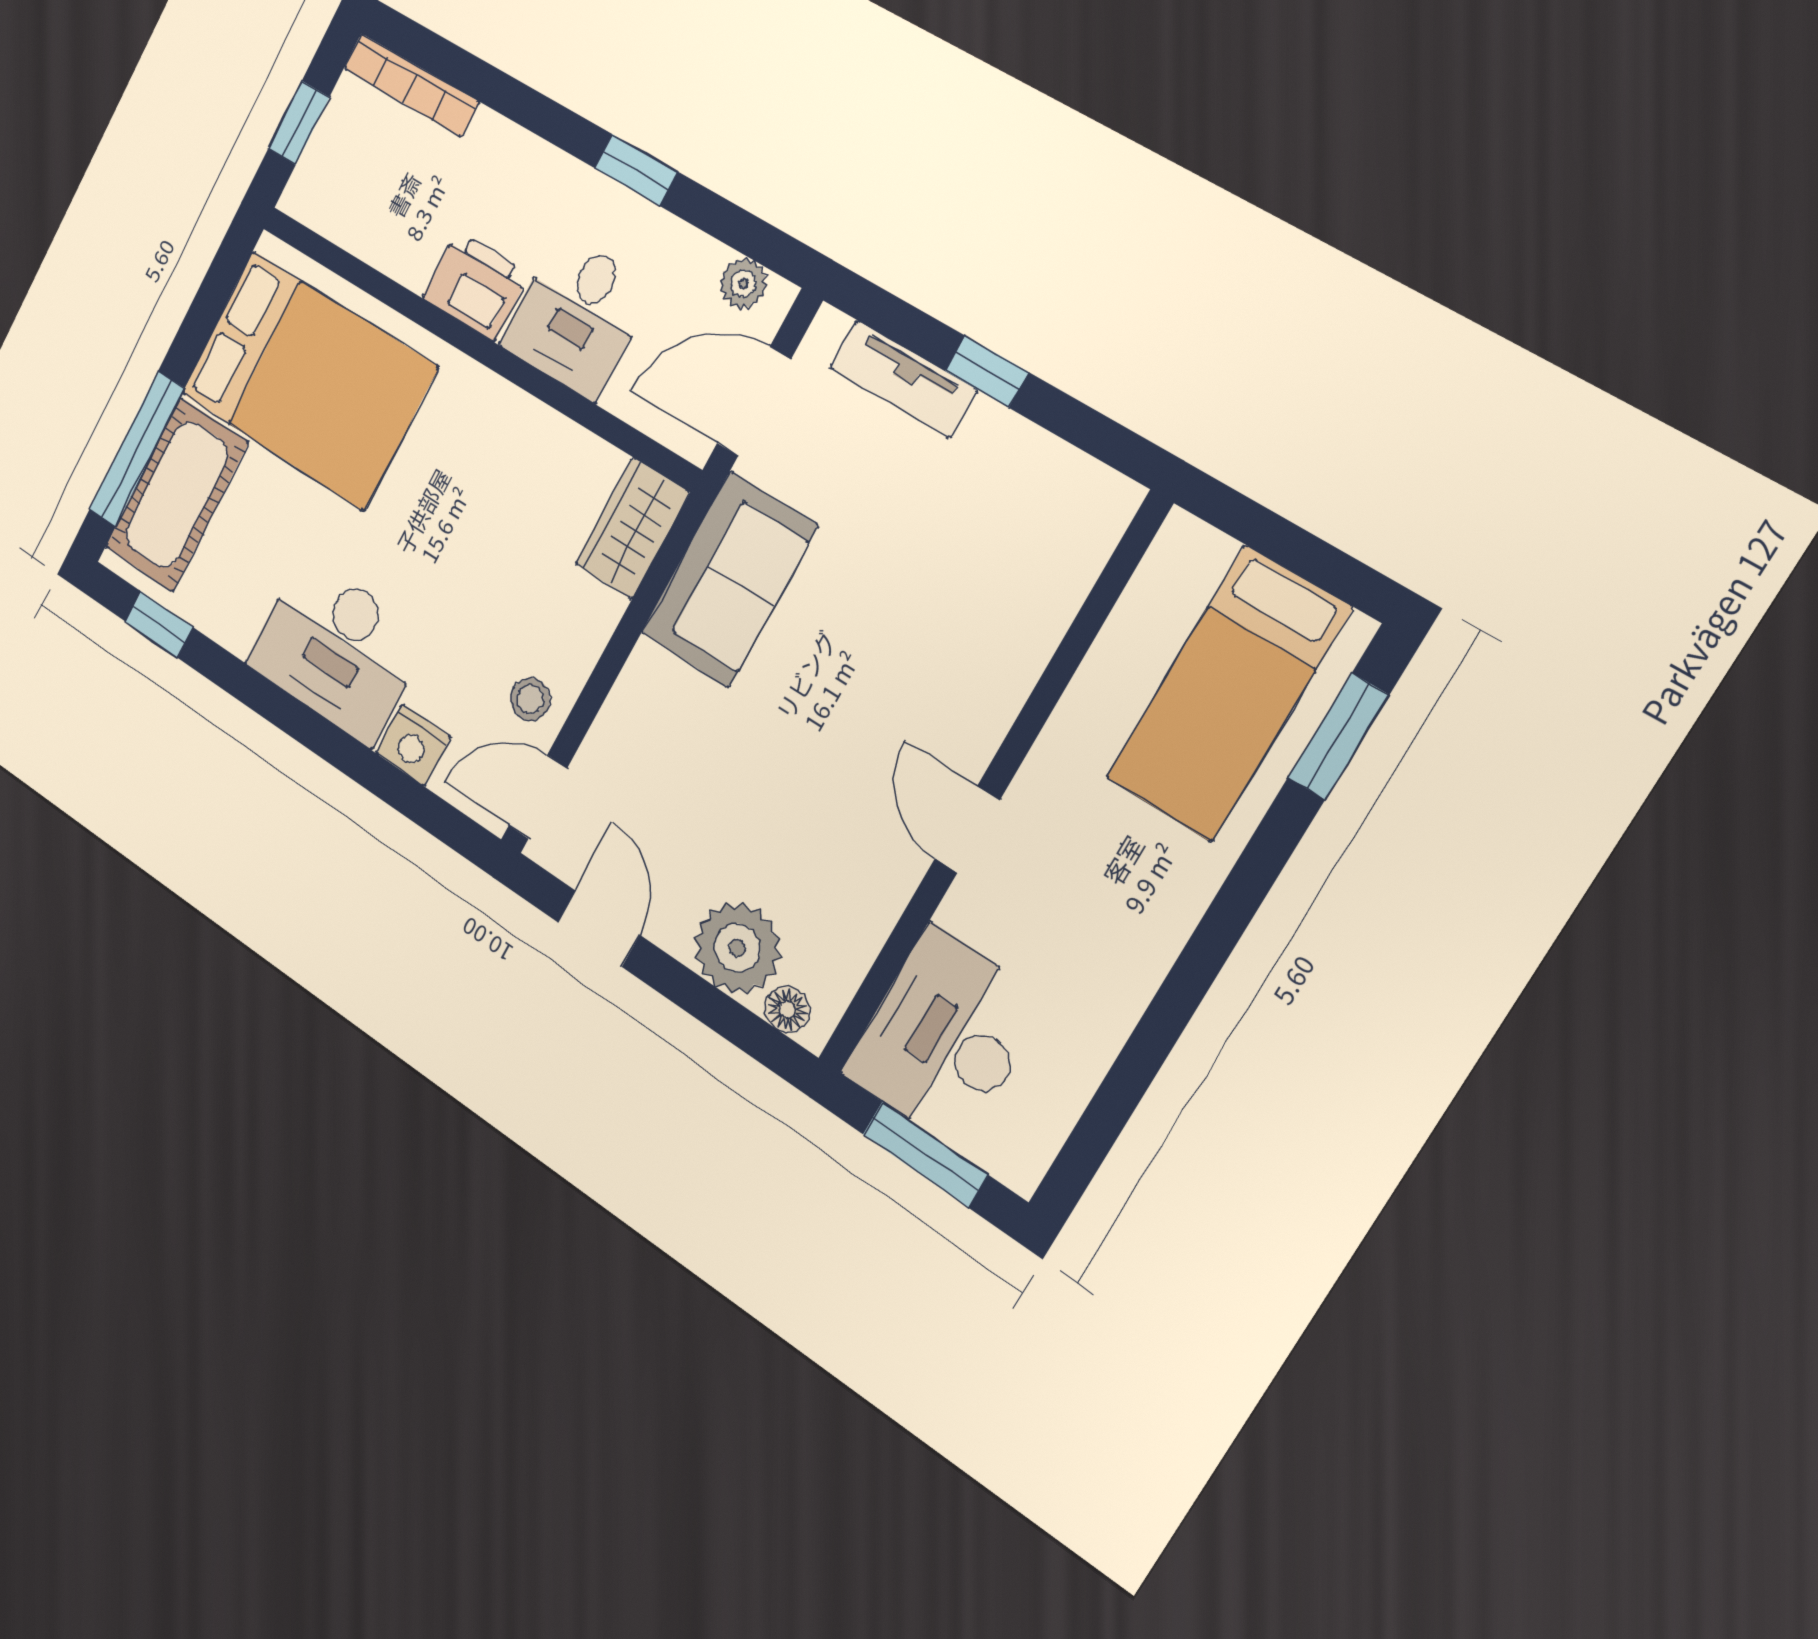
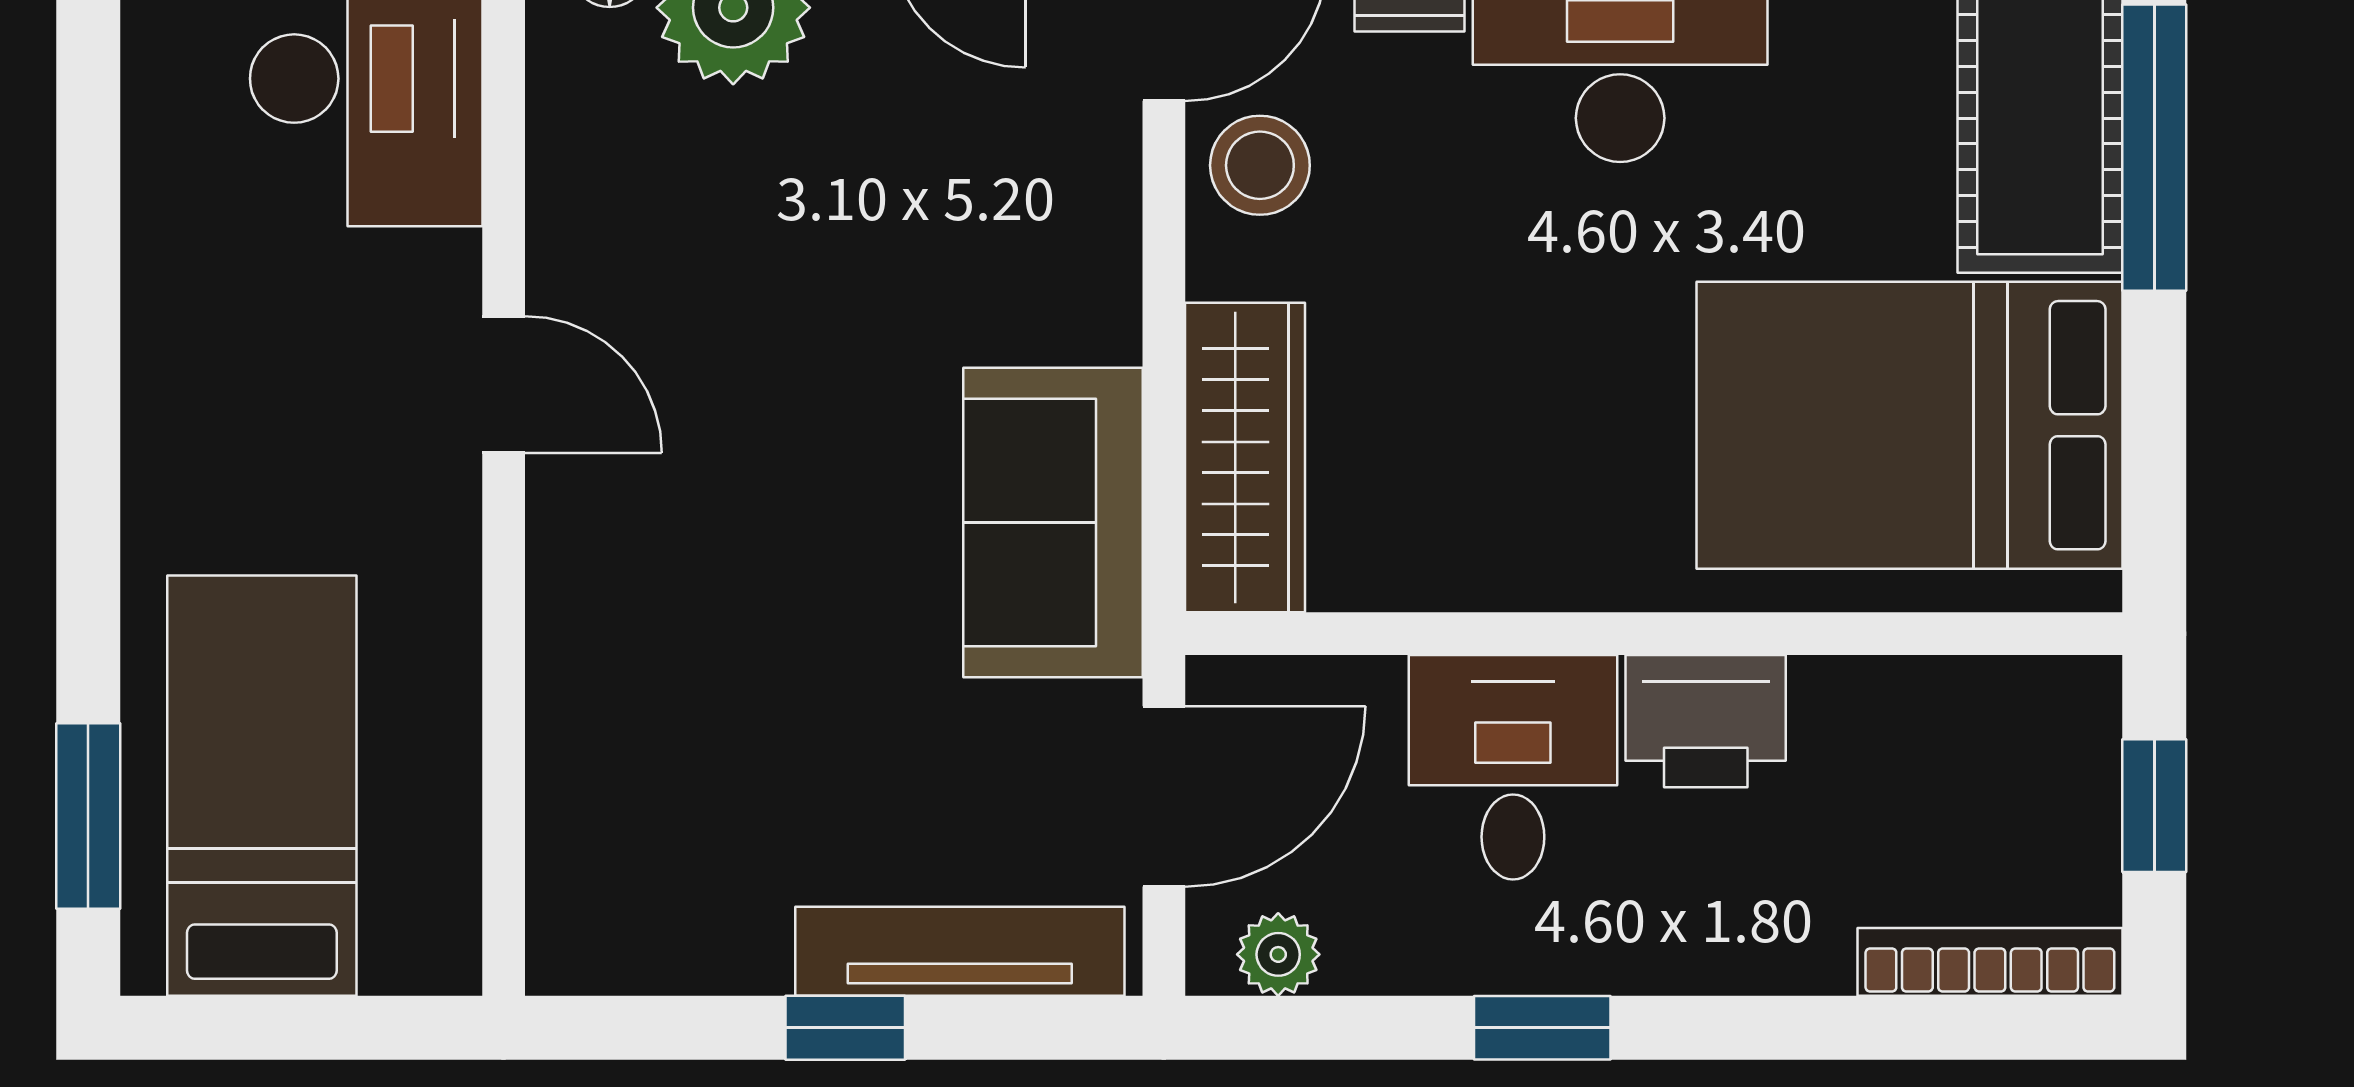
tv unit: (903, 379) -> (960, 951), width x1.41
wardrobe: (632, 528) -> (1245, 457), width x1.50
stool: (530, 699) -> (1260, 165), width x1.37, depth x1.37

